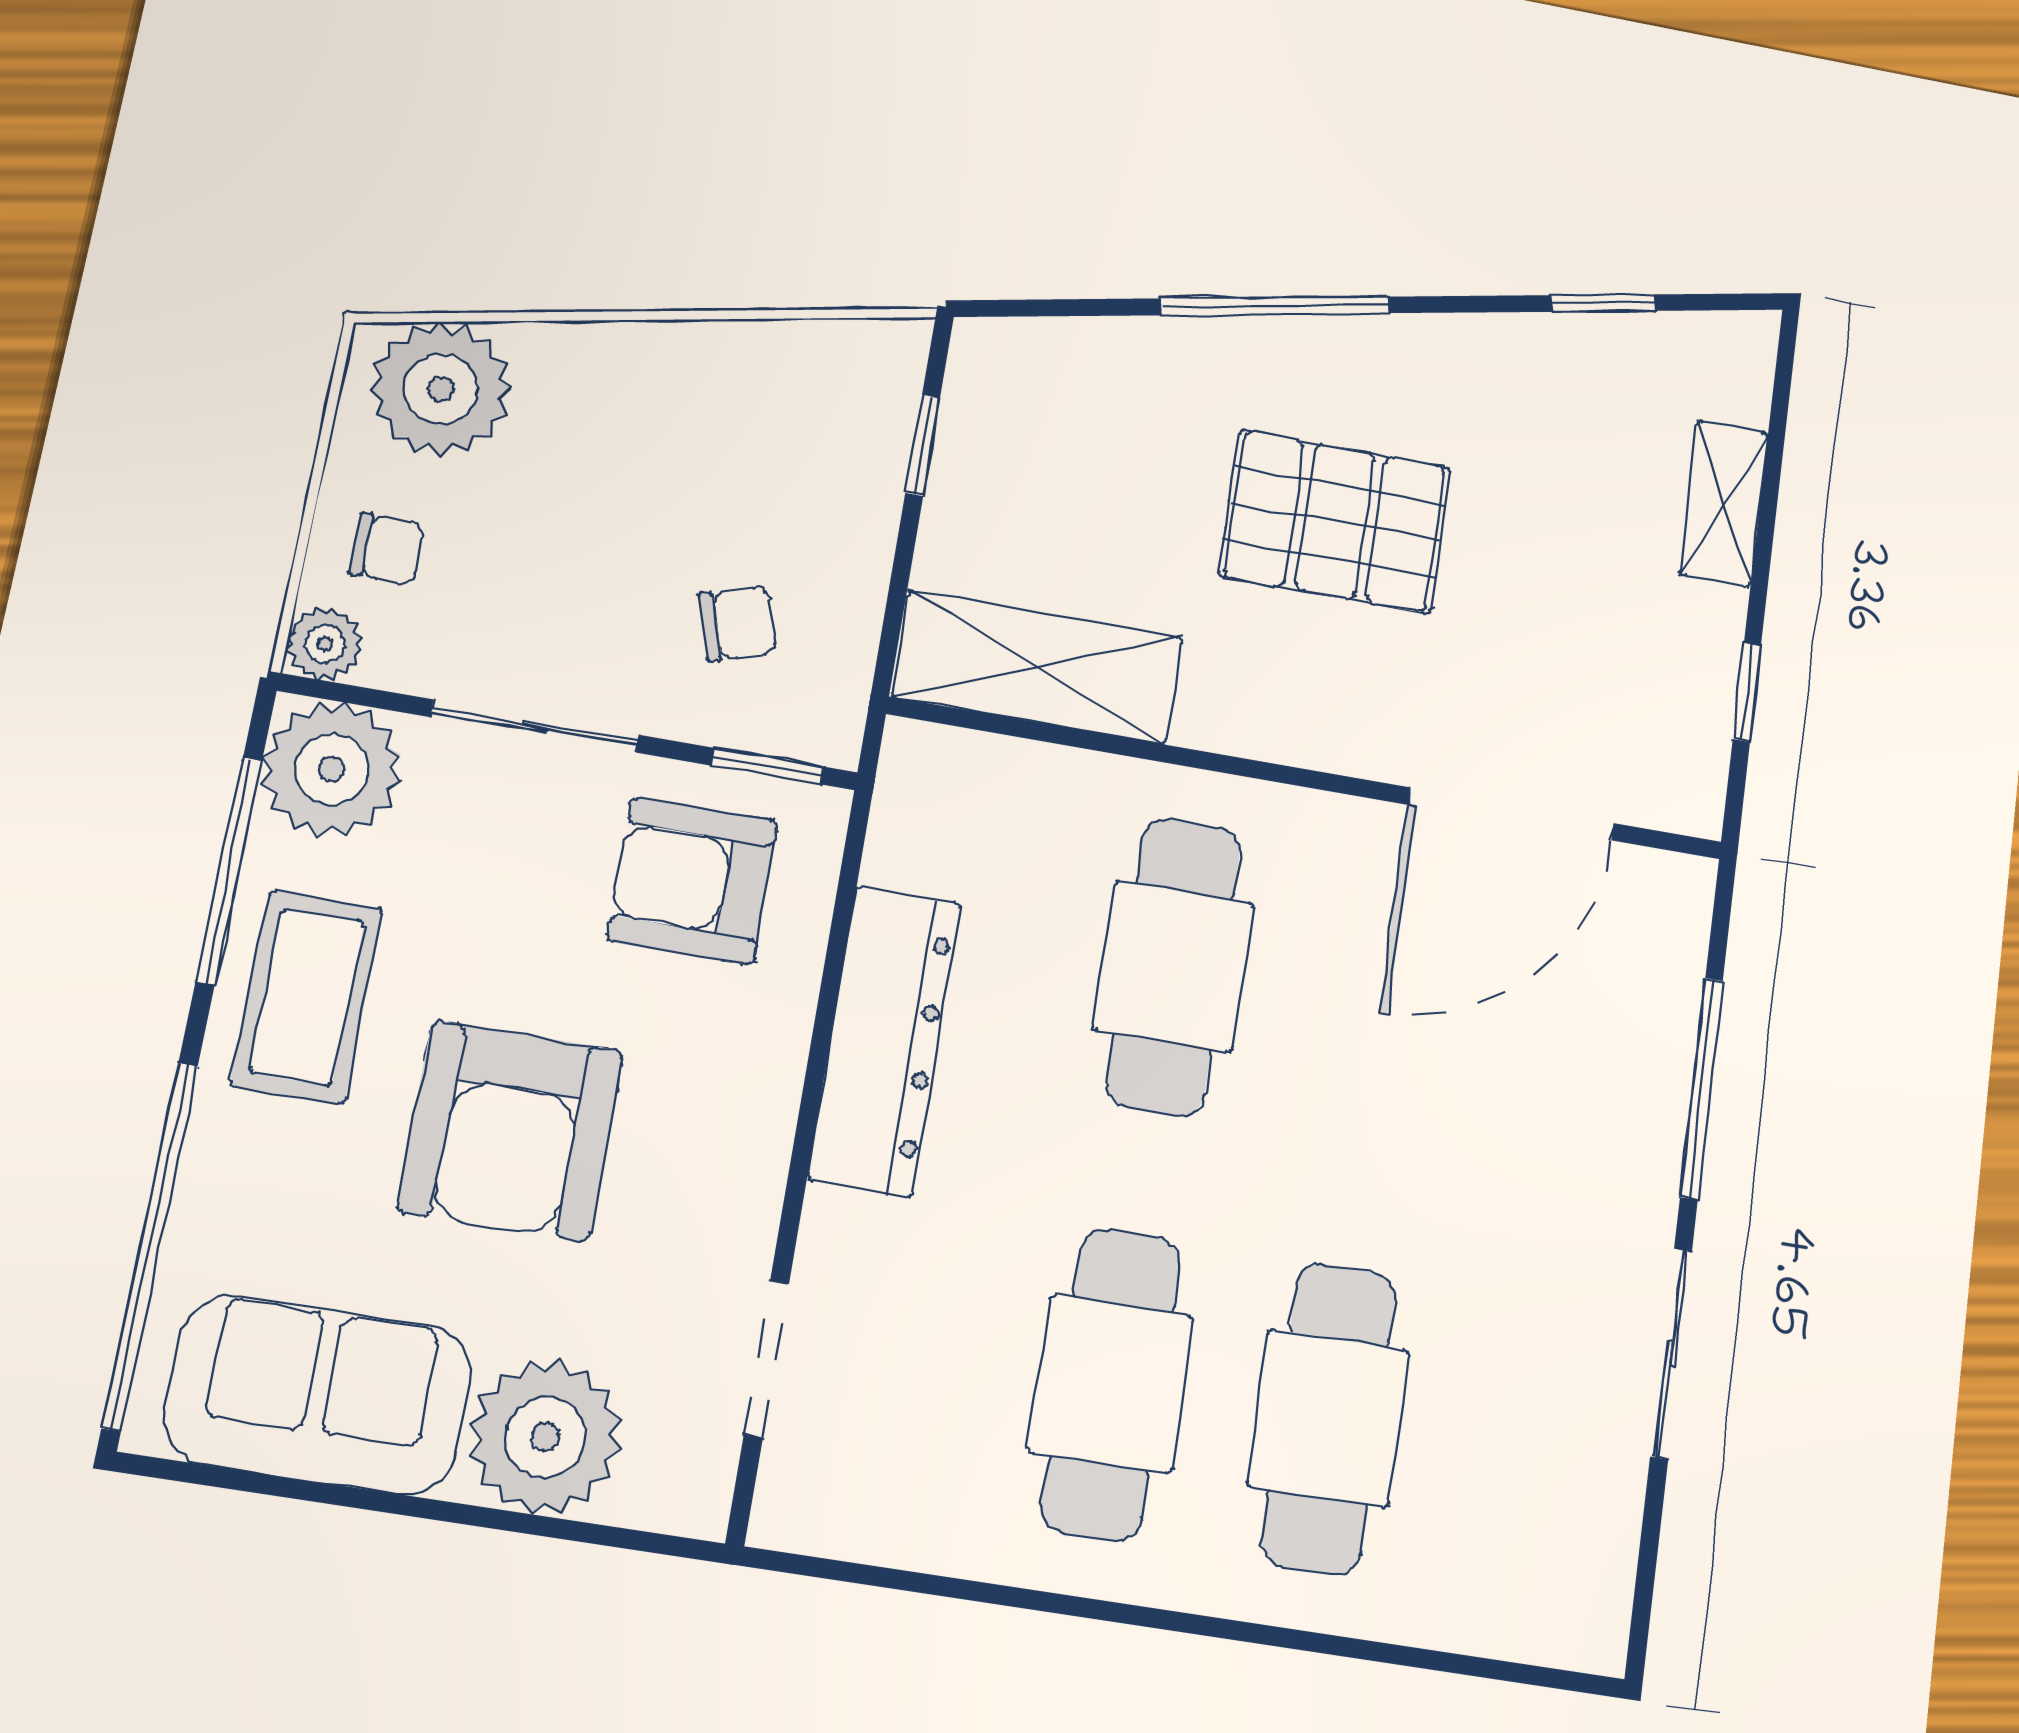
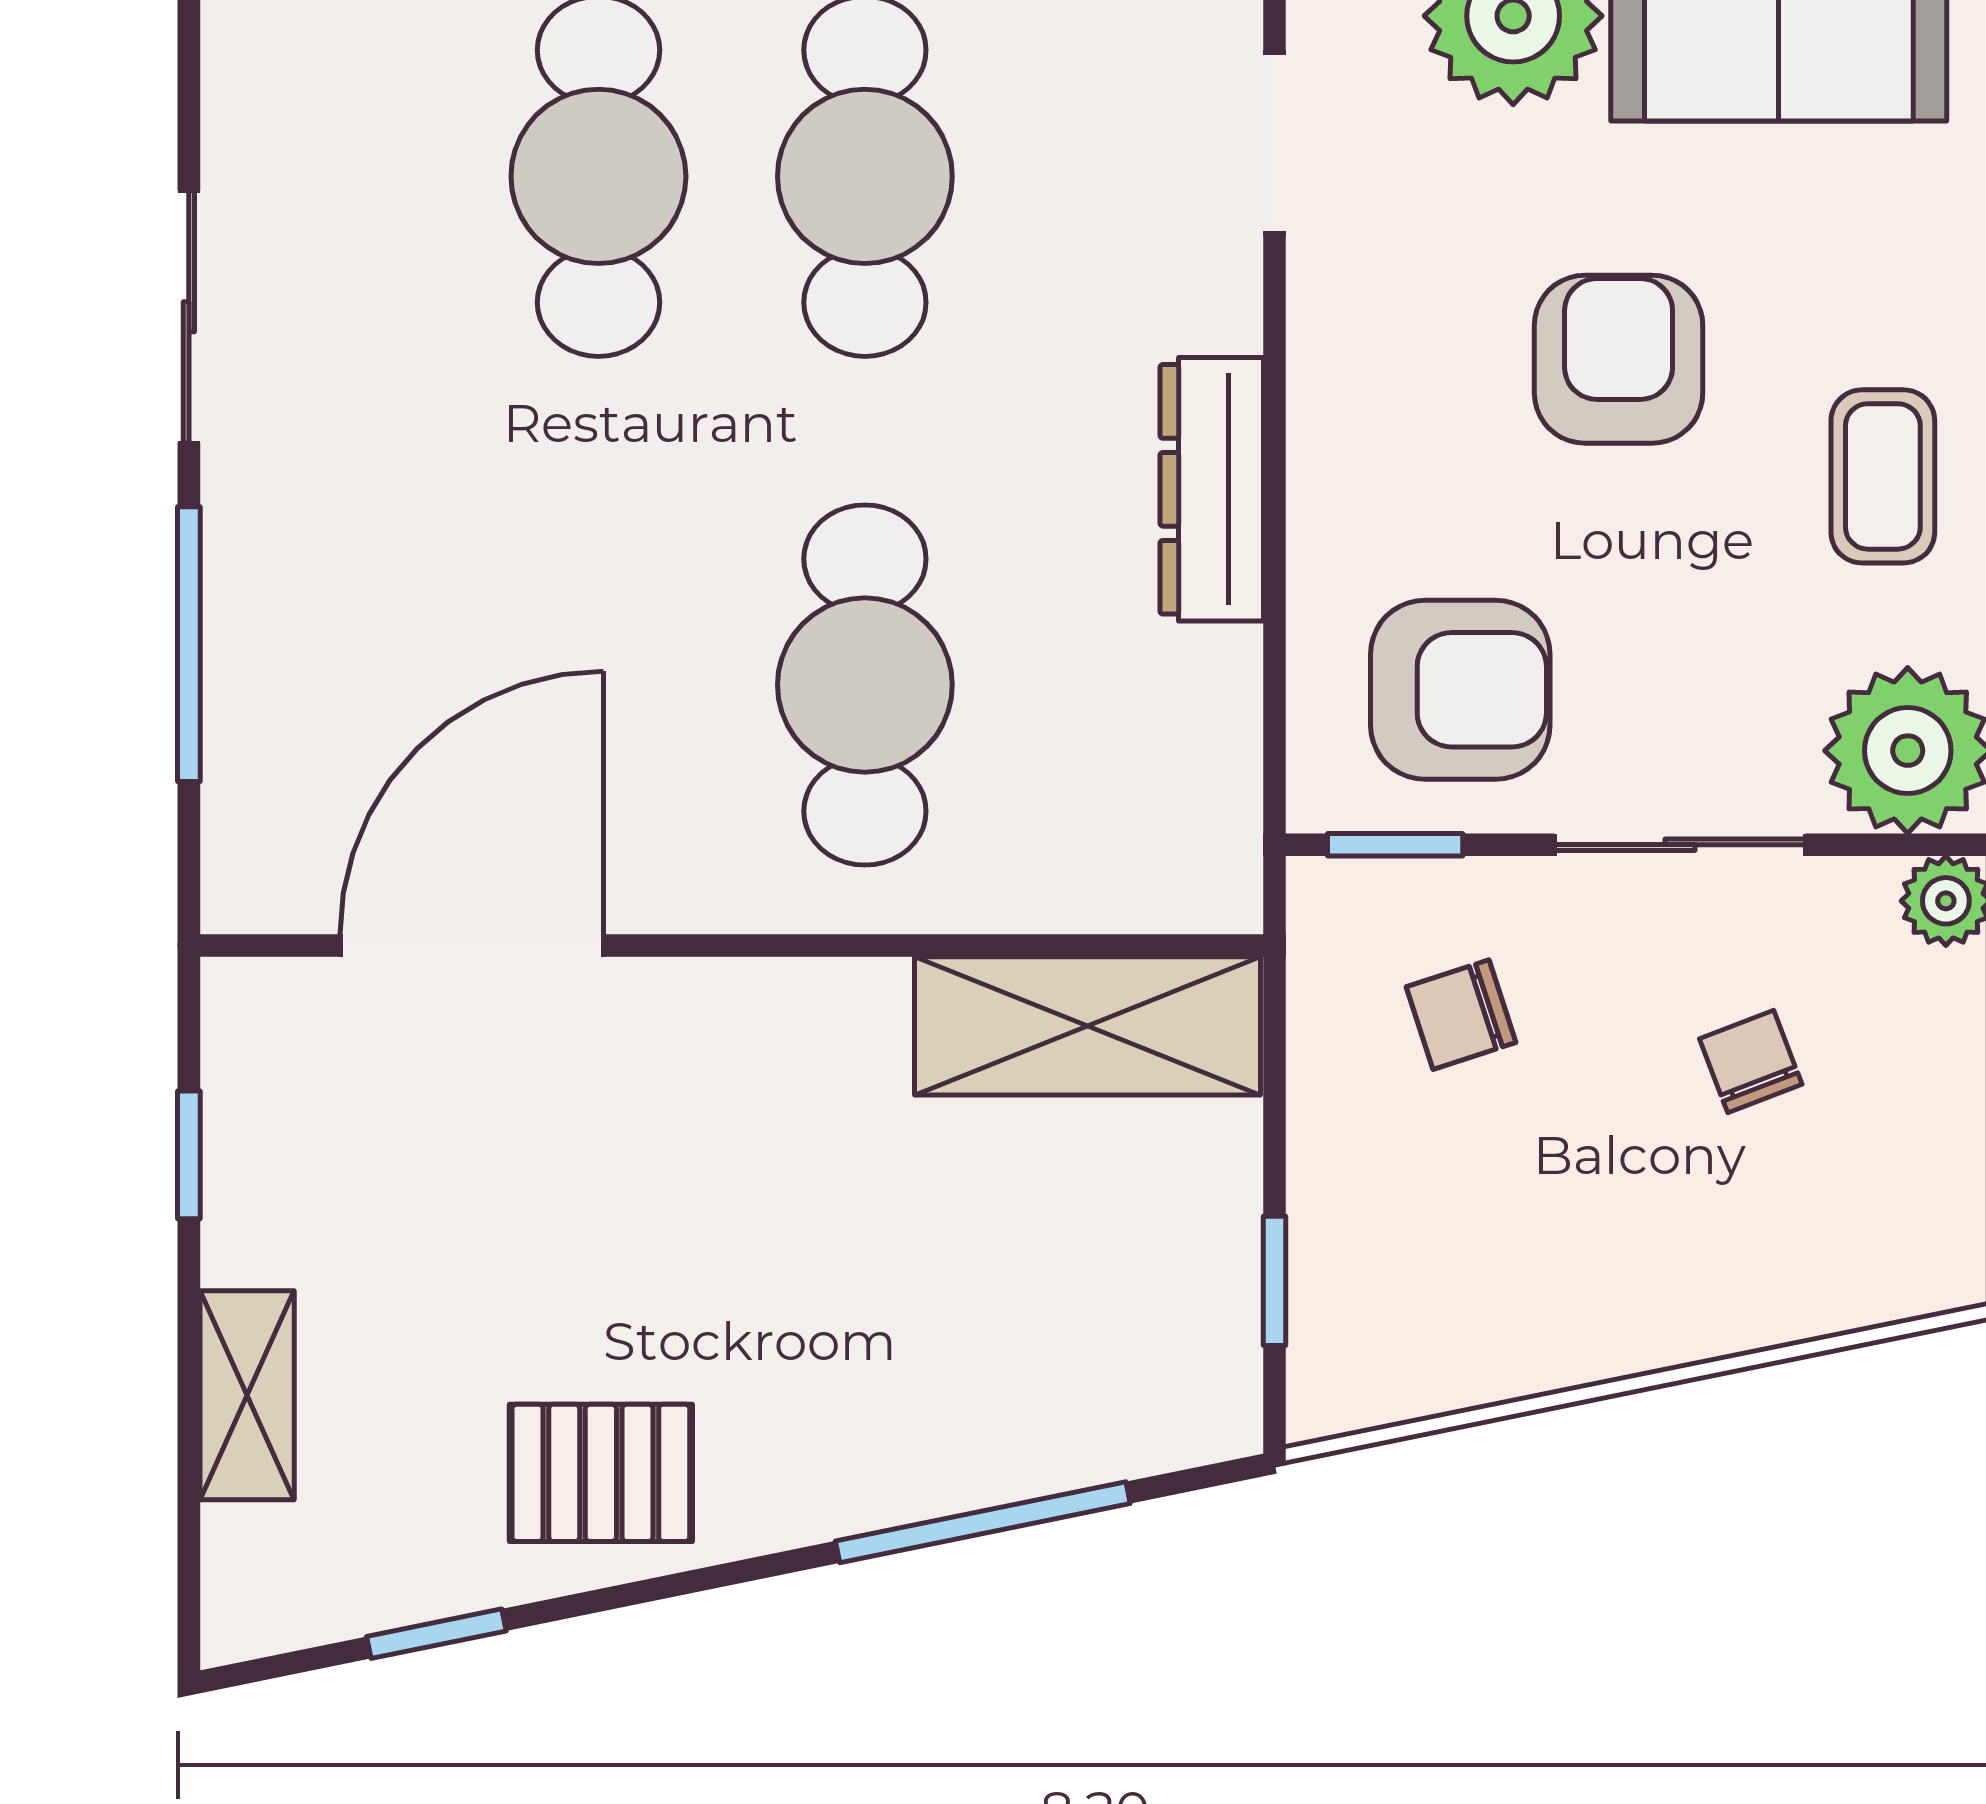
window: (1275, 306) -> (983, 1522), moved
plant: (441, 389) -> (1871, 1242), removed
pallet: (1335, 521) -> (601, 1473), moved, width x0.67, depth x0.71
chair: (387, 549) -> (1751, 1062), moved, turned 69
coffee table: (307, 997) -> (1883, 476), width x0.73, depth x0.77
dresser: (884, 1040) -> (1212, 489), width x0.73, depth x0.80
armchair: (510, 1131) -> (1619, 359), width x0.73, depth x0.73

